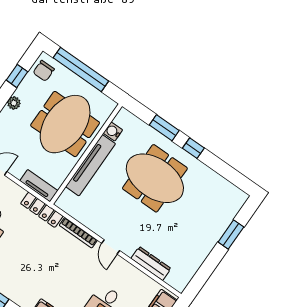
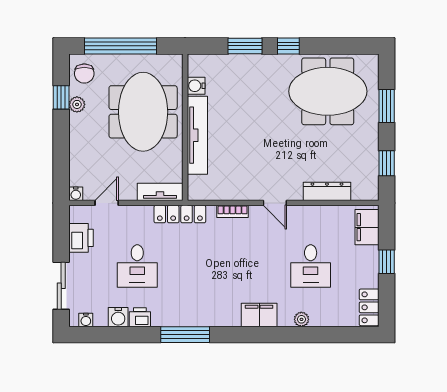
plant: (14, 103) -> (77, 104), moved
meeting table: (155, 178) -> (328, 91), moved
bookcase: (78, 233) -> (233, 211), width x0.64
window: (204, 273) -> (387, 163), added

